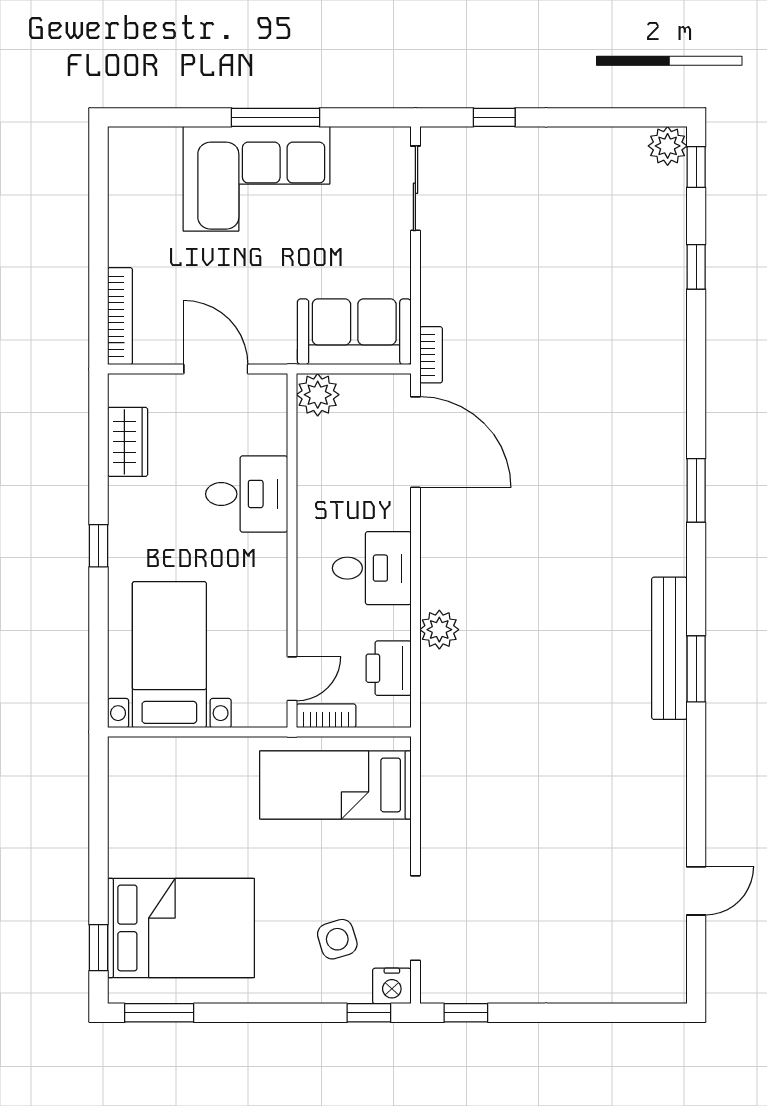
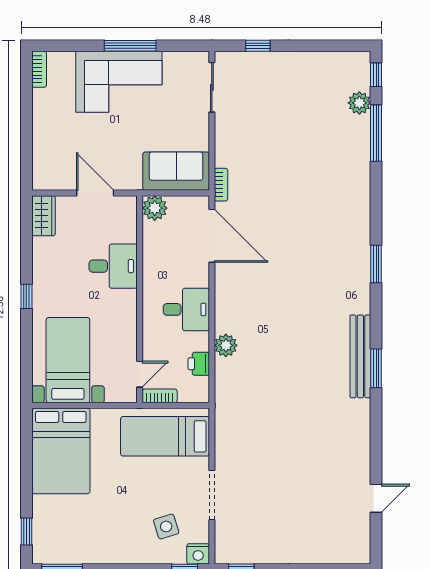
plant: (668, 146) -> (359, 103), moved
window: (696, 267) -> (376, 133), width x2.17
bookcase: (120, 316) -> (39, 69), moved, width x0.64
wardrobe: (128, 442) -> (44, 216), moved
printer: (389, 668) -> (199, 364), width x0.73, depth x0.81
doorway: (415, 918) -> (212, 495), moved
bed: (181, 928) -> (61, 451), moved, turned 90

